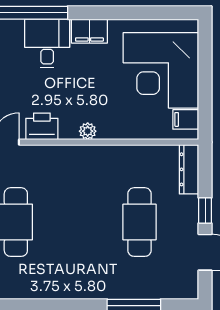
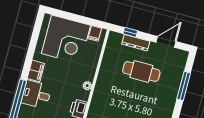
dresser: (189, 169) -> (136, 43), moved
window: (205, 210) -> (130, 32), moved

